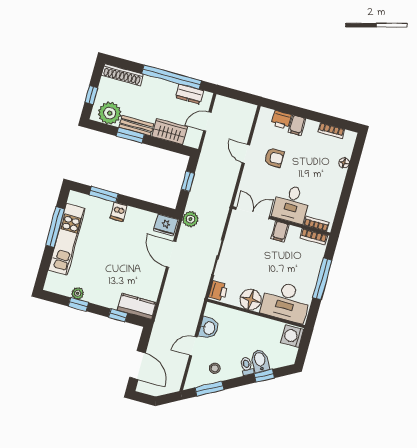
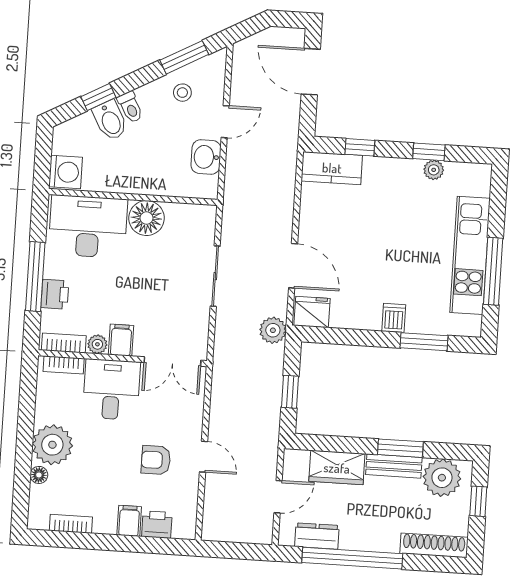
plant: (332, 179) -> (52, 445), added
plant: (294, 232) -> (97, 344), added
printer: (218, 291) -> (55, 294), moved, turned 180

